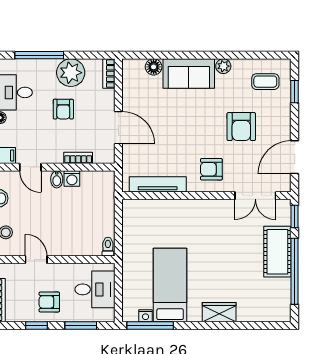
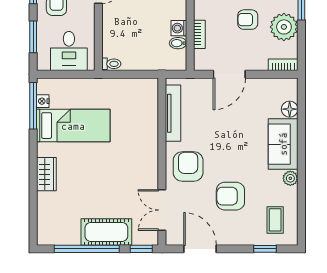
armchair: (211, 169) -> (188, 166), width x1.38, depth x1.38
bidet: (57, 179) -> (178, 43), moved

